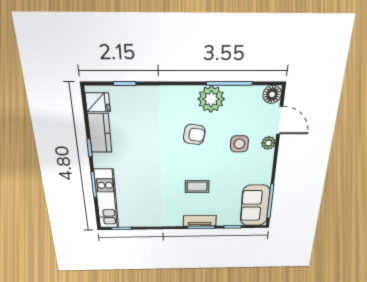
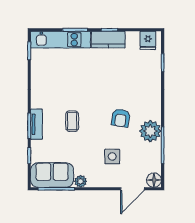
kitchen counter: (100, 133) -> (108, 40), moved
plant: (268, 143) -> (81, 181), moved

